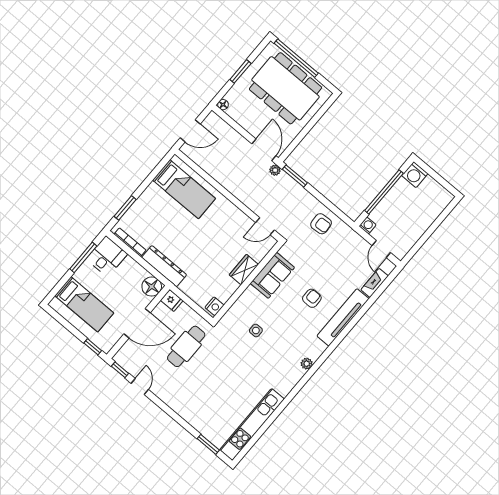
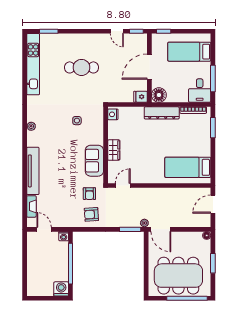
armchair: (312, 298) -> (89, 194), moved
cafe table: (186, 346) -> (82, 67), moved, turned 90

